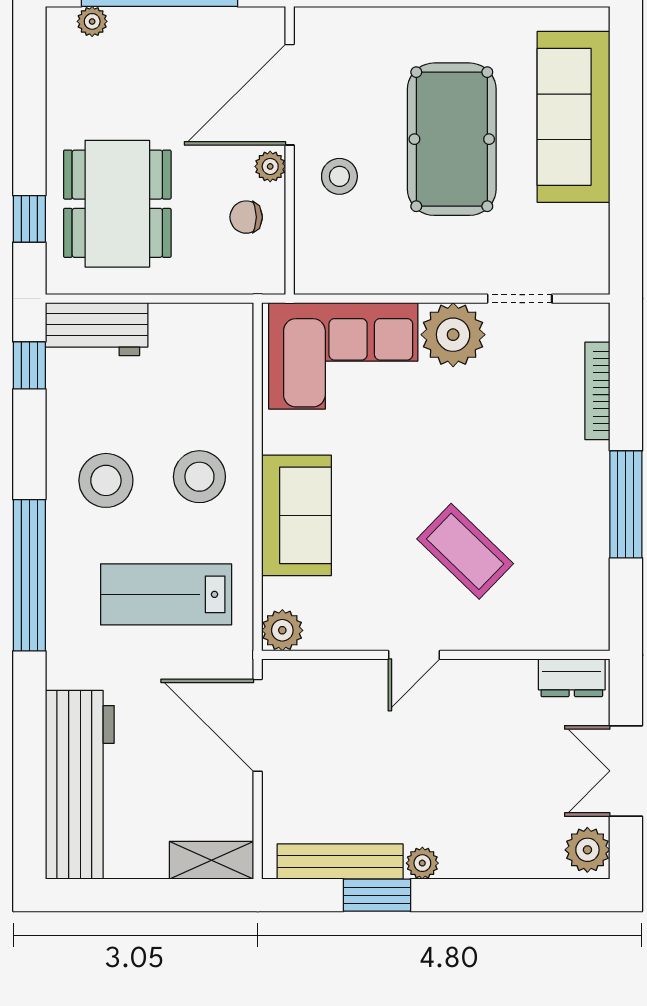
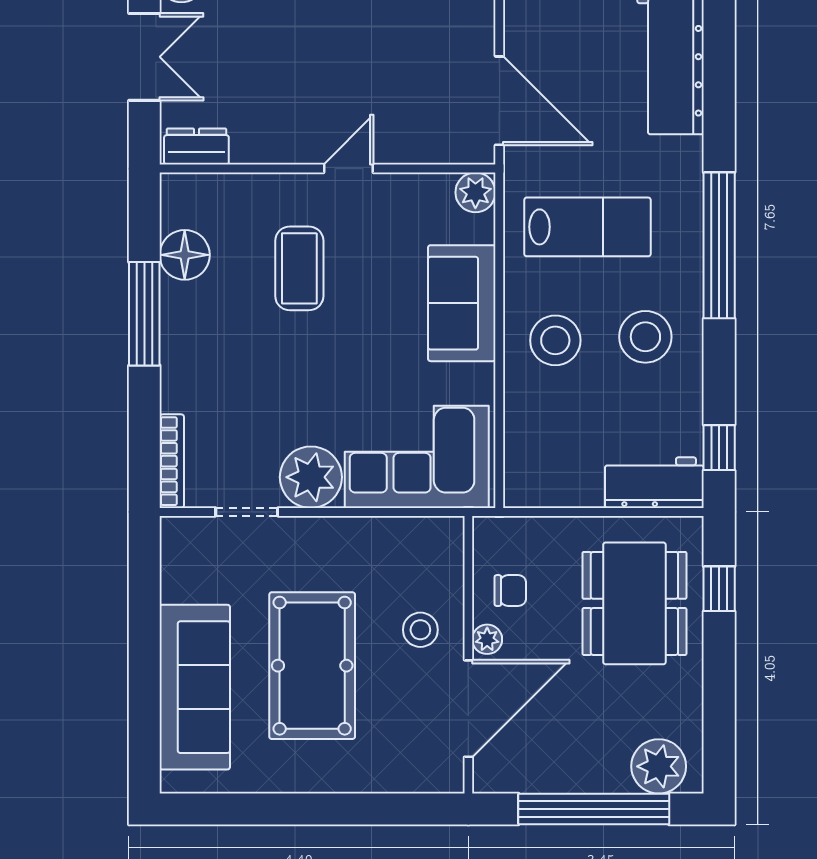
plant: (92, 21) -> (659, 766), width x1.87, depth x1.87
bookcase: (597, 391) -> (172, 461), moved
coffee table: (465, 551) -> (299, 268), turned 46
floor lamp: (584, 565) -> (185, 255), added

